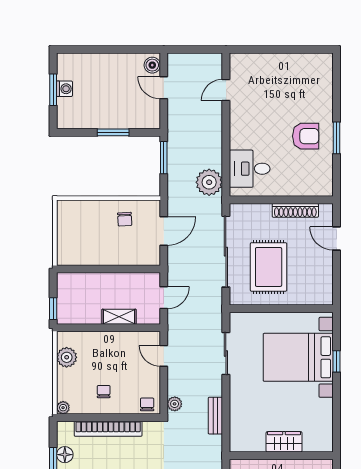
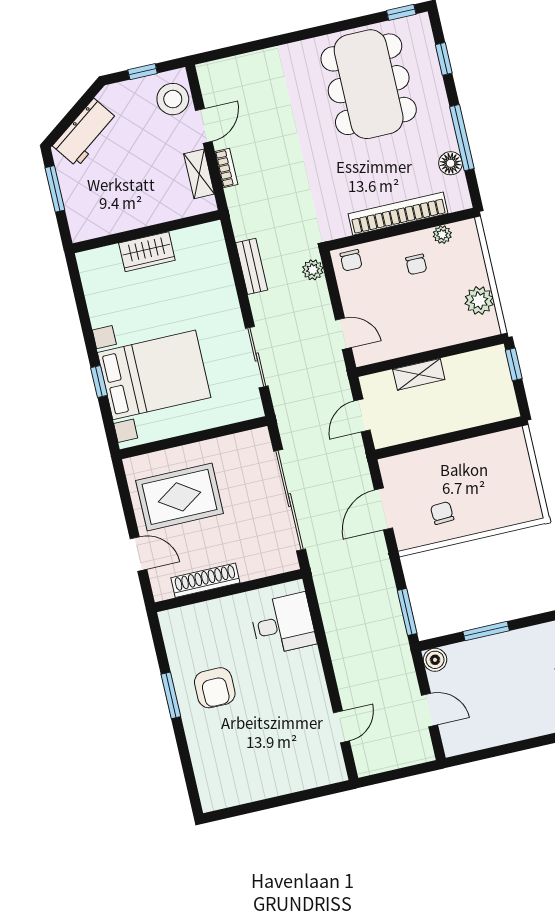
boiler: (152, 65) -> (435, 660), moved
armchair: (306, 136) -> (215, 688), turned -90
plant: (209, 182) -> (335, 592), removed
rug: (269, 267) -> (180, 497), moved, turned 90
plant: (63, 408) -> (442, 235), moved

